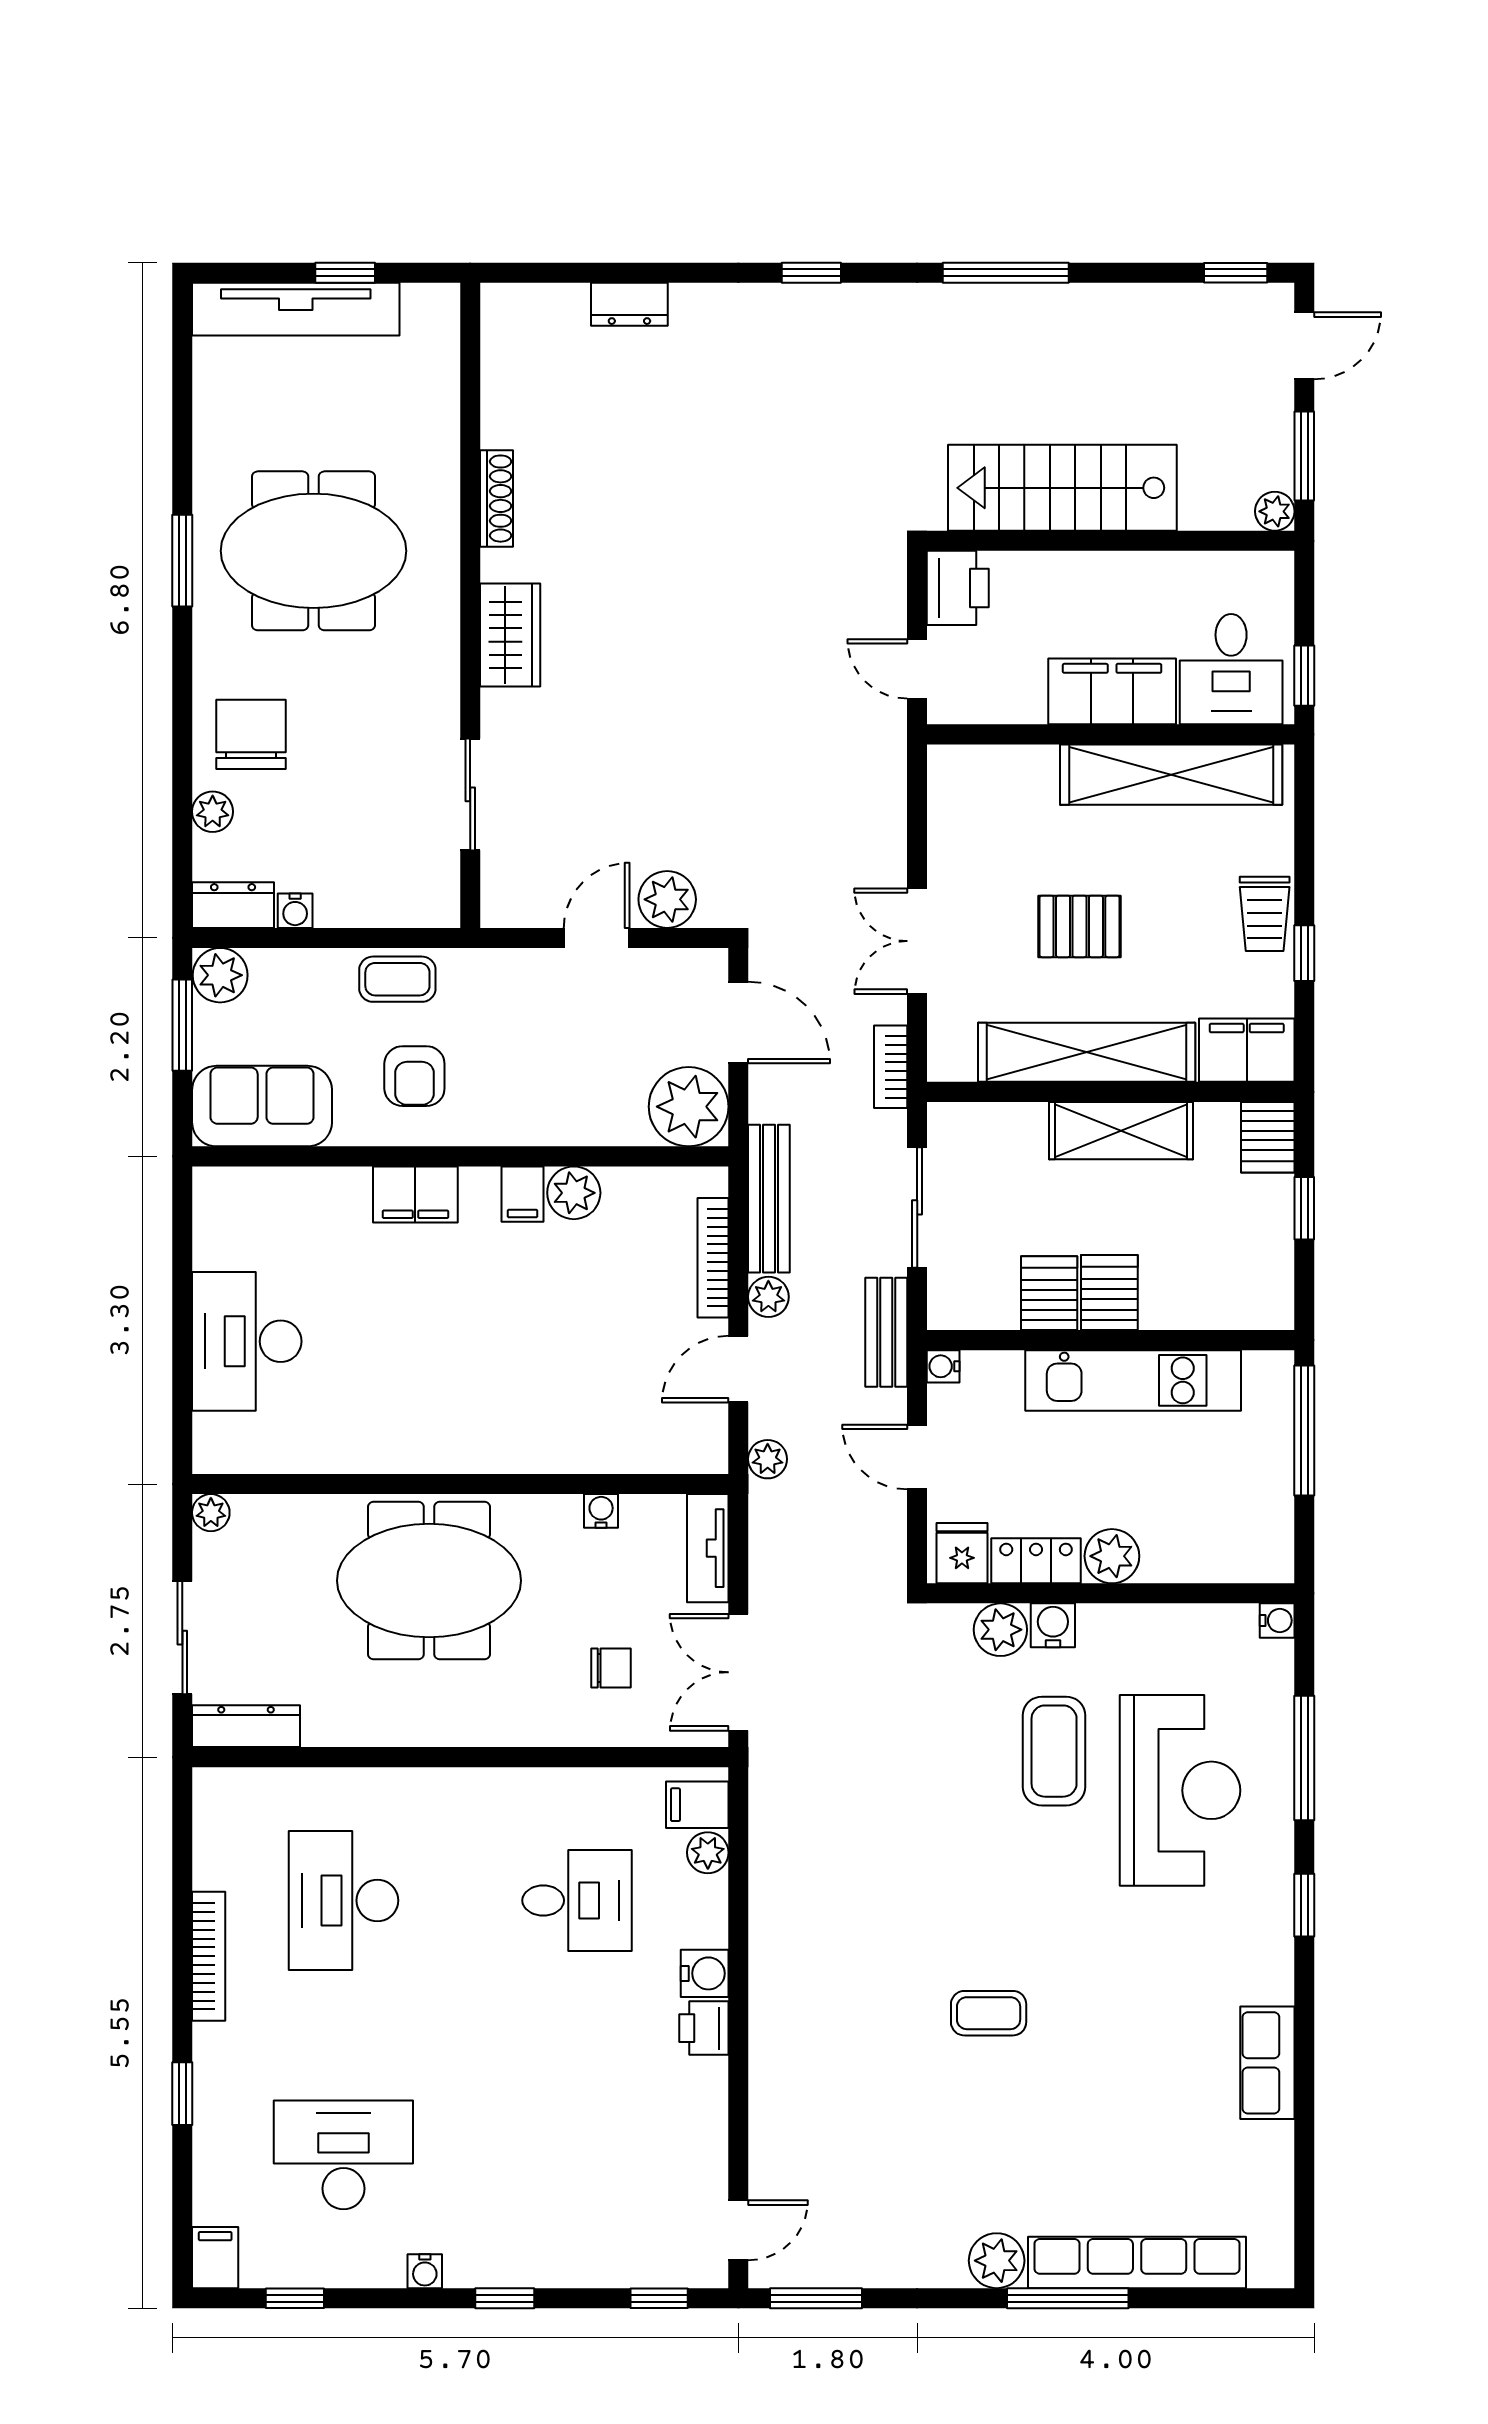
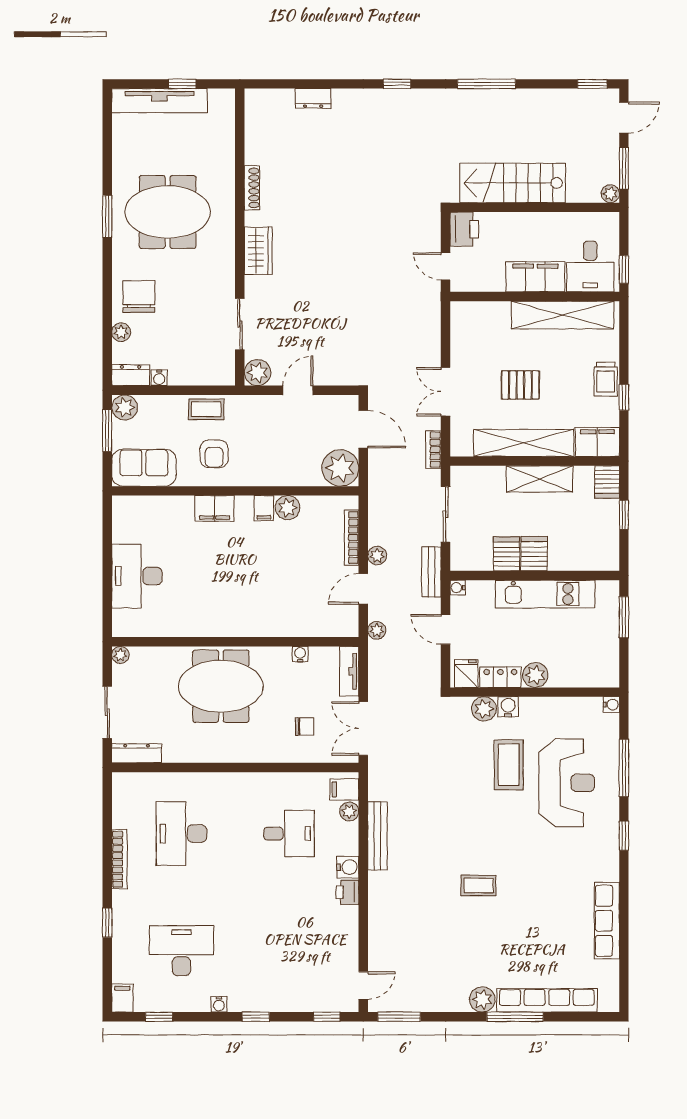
plant: (667, 899) -> (258, 373), moved
bench: (769, 1199) -> (377, 836), moved
window: (1304, 1430) -> (624, 617), width x0.69
row of seats: (1267, 2063) -> (607, 921), width x1.48

